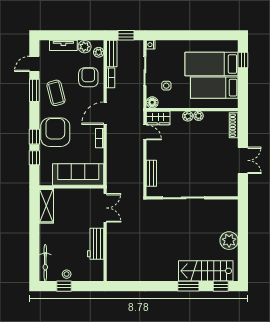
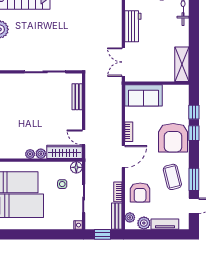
wardrobe: (158, 118) -> (64, 152), width x1.50
sofa: (78, 174) -> (143, 95), width x0.73

